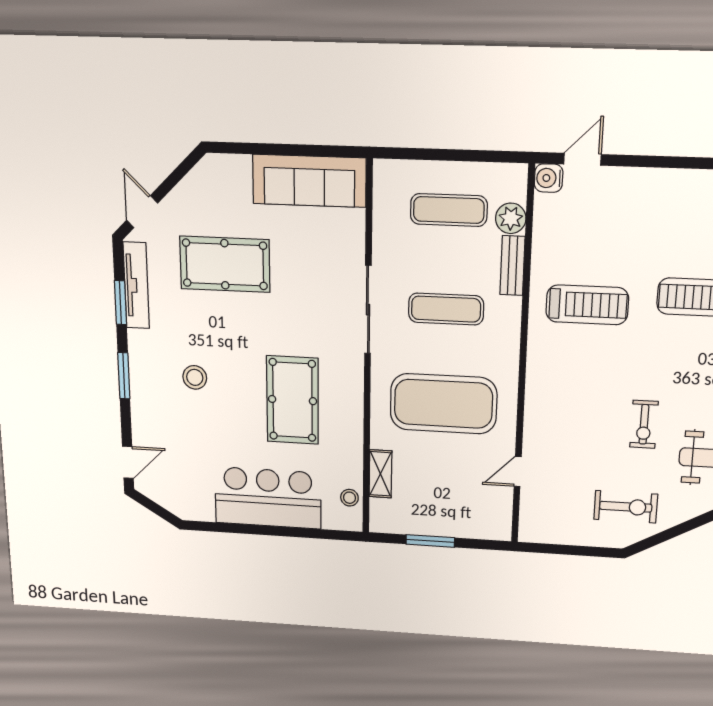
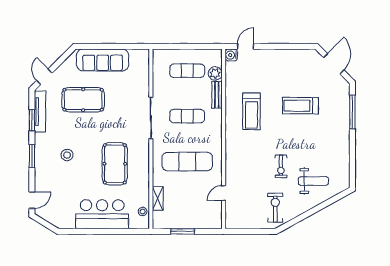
sofa: (309, 181) -> (103, 60), moved
treadmill: (587, 305) -> (251, 111), turned 90
exercise mat: (443, 404) -> (187, 162), width x0.68
exercise bike: (626, 507) -> (275, 208), turned -90

